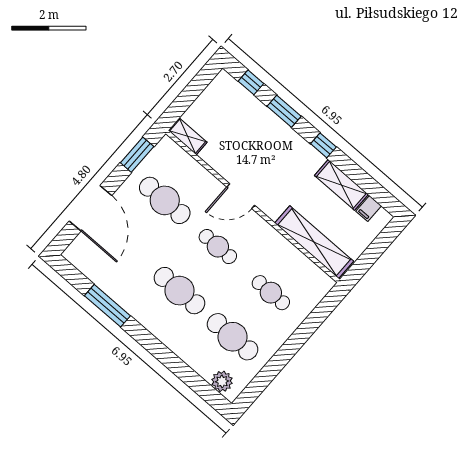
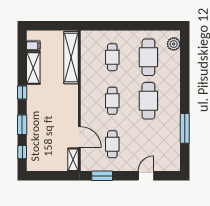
door: (241, 196) -> (79, 137), moved
cafe table: (165, 200) -> (112, 144), width x0.73, depth x0.74
door: (91, 208) -> (146, 176), width x0.53

